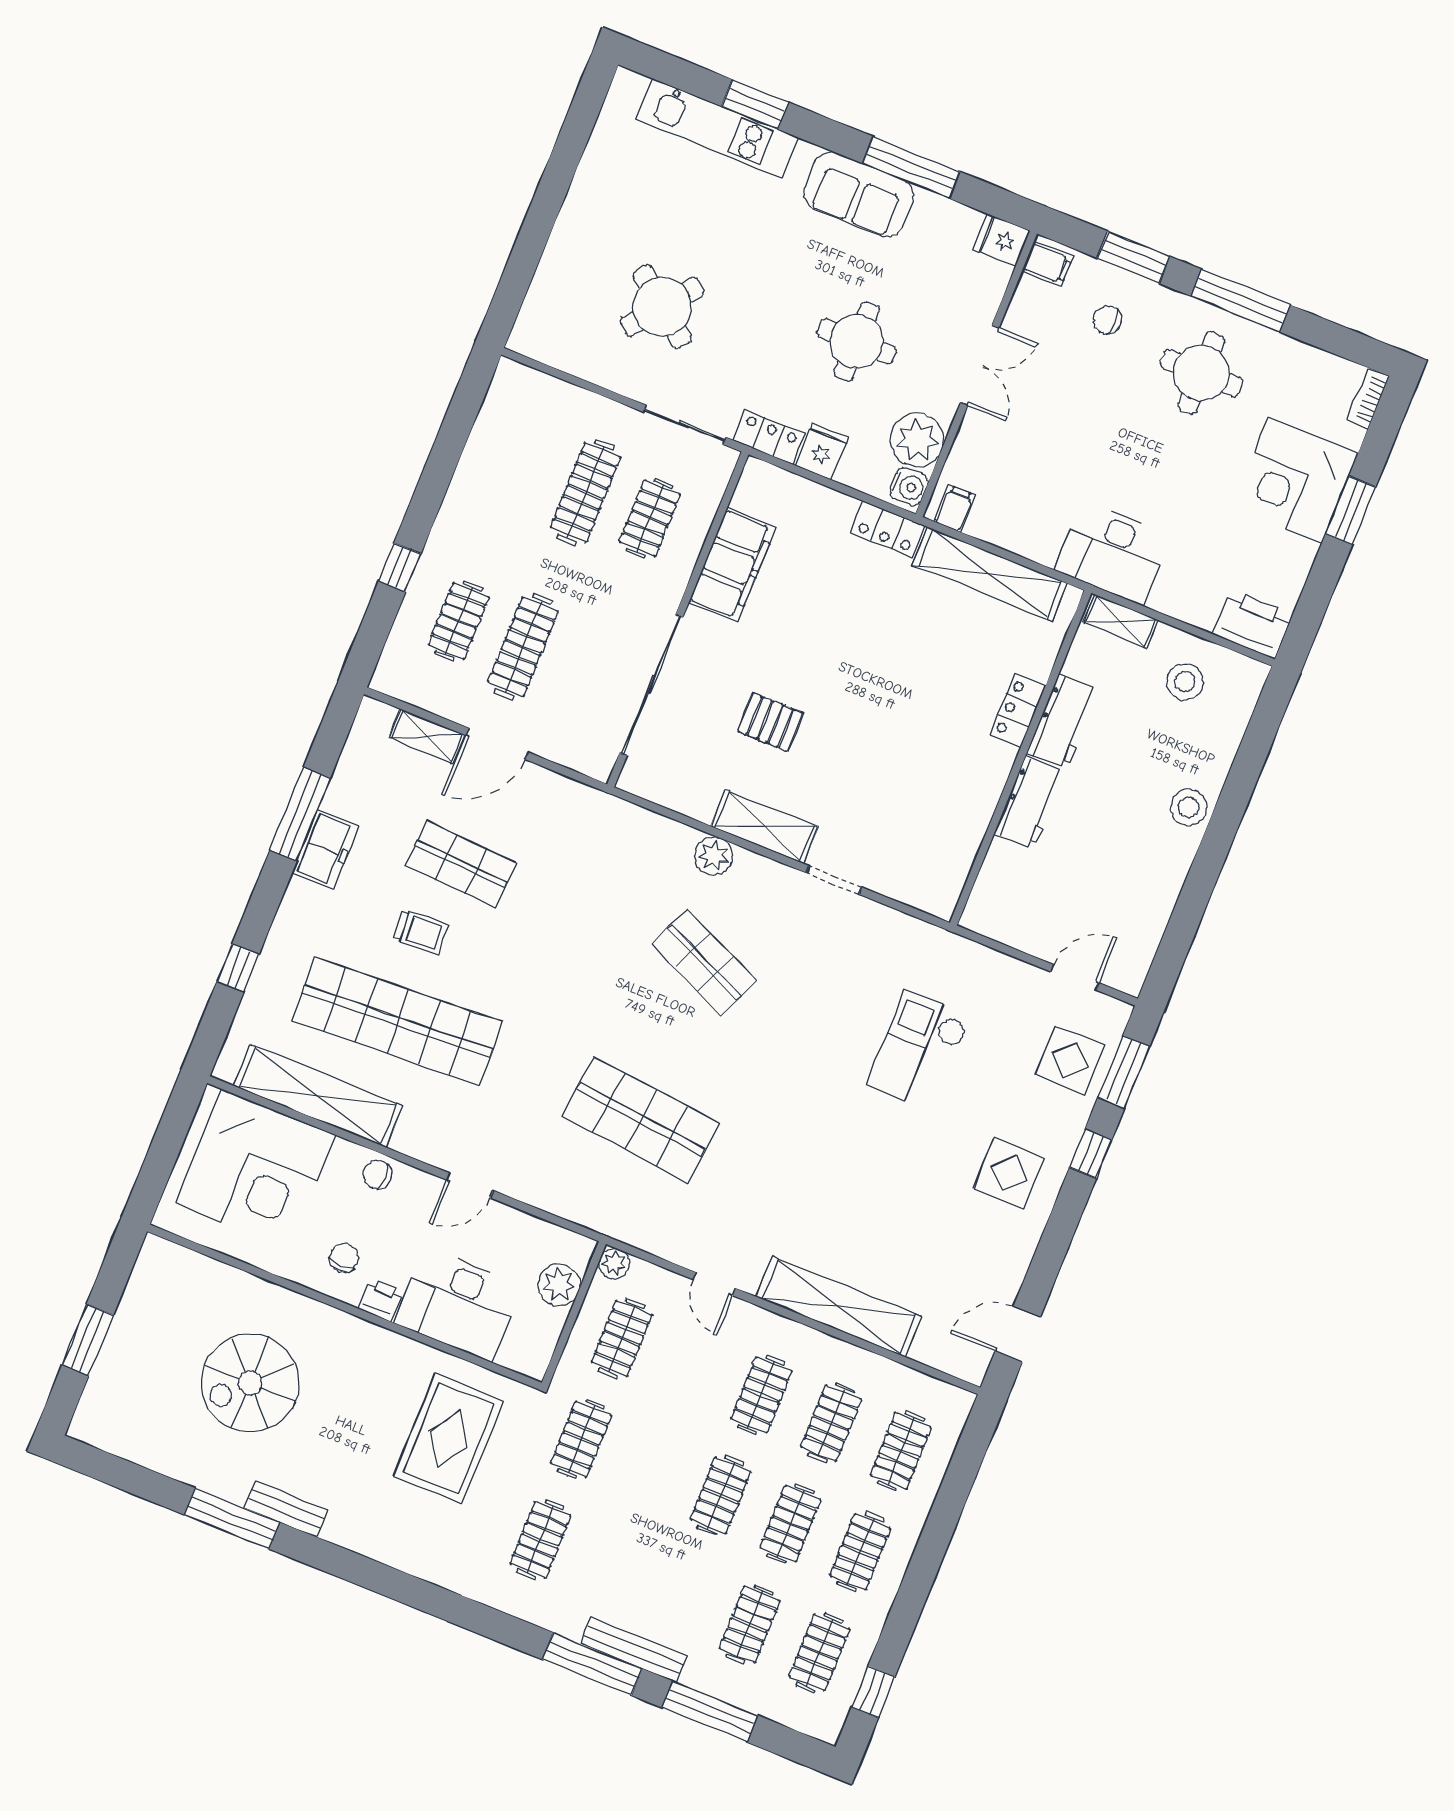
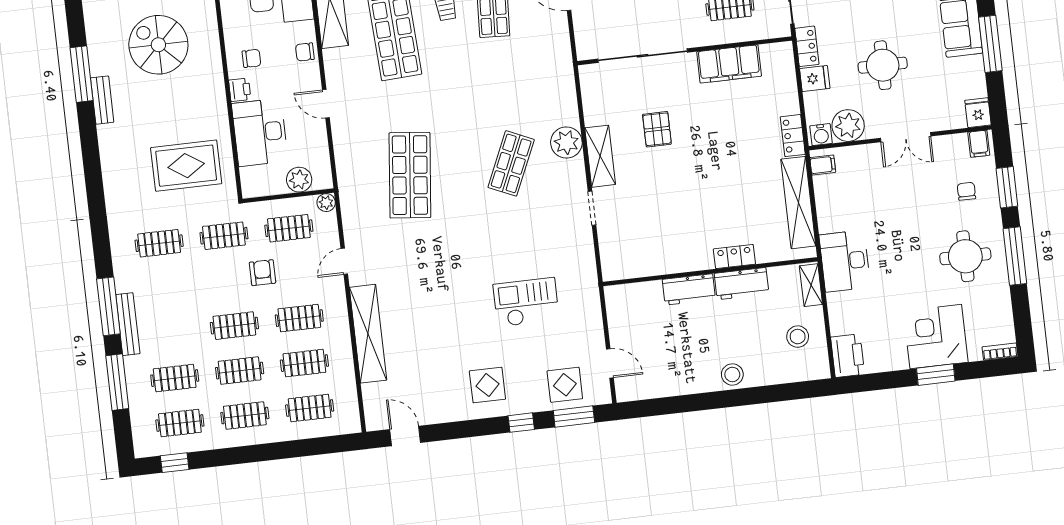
plant: (714, 856) -> (566, 142), width x1.36, depth x1.36
chair: (377, 1175) -> (305, 52), turned -90
armchair: (666, 1412) -> (262, 273), added

